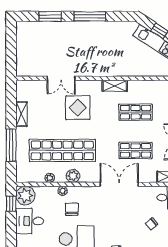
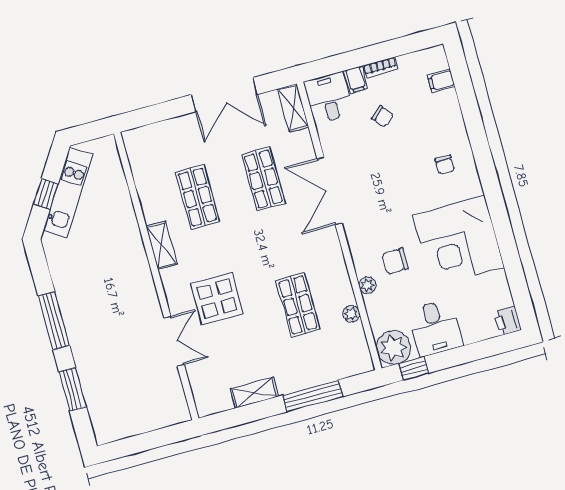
shop shelf: (62, 150) -> (298, 305), width x0.50, depth x0.74
plant: (73, 176) -> (337, 275), removed

